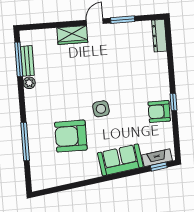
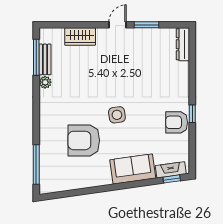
wardrobe: (72, 35) -> (80, 37), moved
window: (25, 142) -> (36, 164), moved

